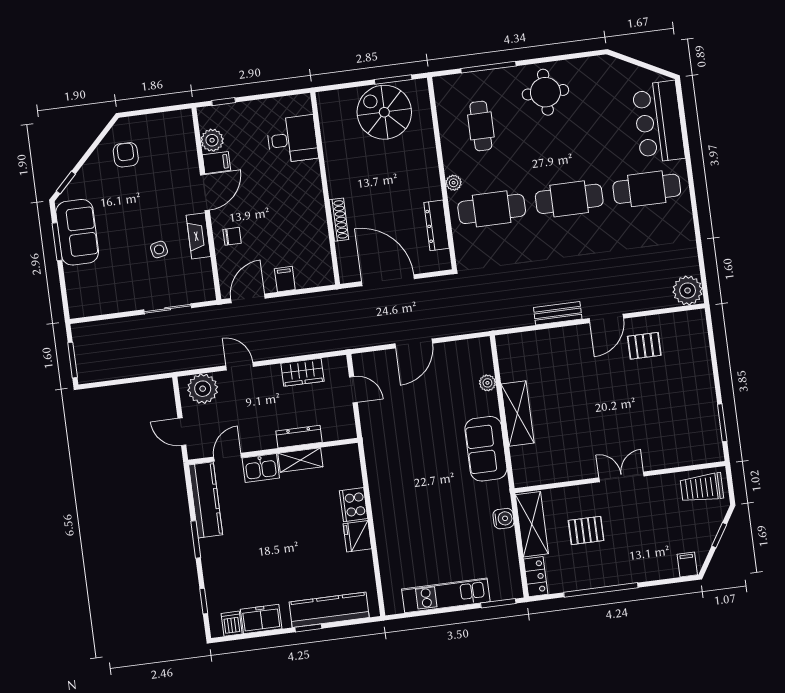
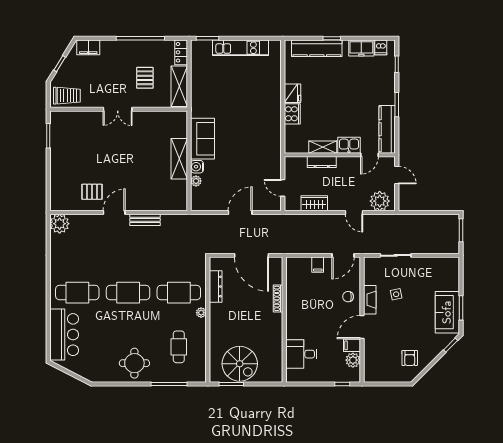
water cooler: (503, 519) -> (197, 167), moved
pallet: (586, 530) -> (145, 78), turned 90
filing cabinet: (687, 565) -> (88, 47), width x2.00

